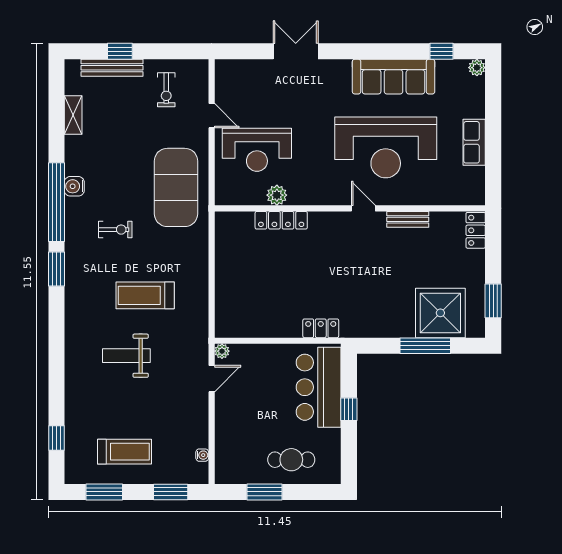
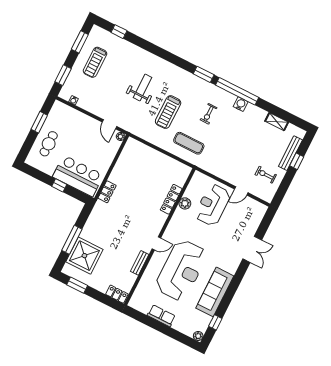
reception desk: (386, 147) -> (181, 270), turned 180
exercise mat: (176, 187) -> (189, 143), moved, width x0.50, depth x0.69
treadmill: (145, 295) -> (168, 112), turned 180

